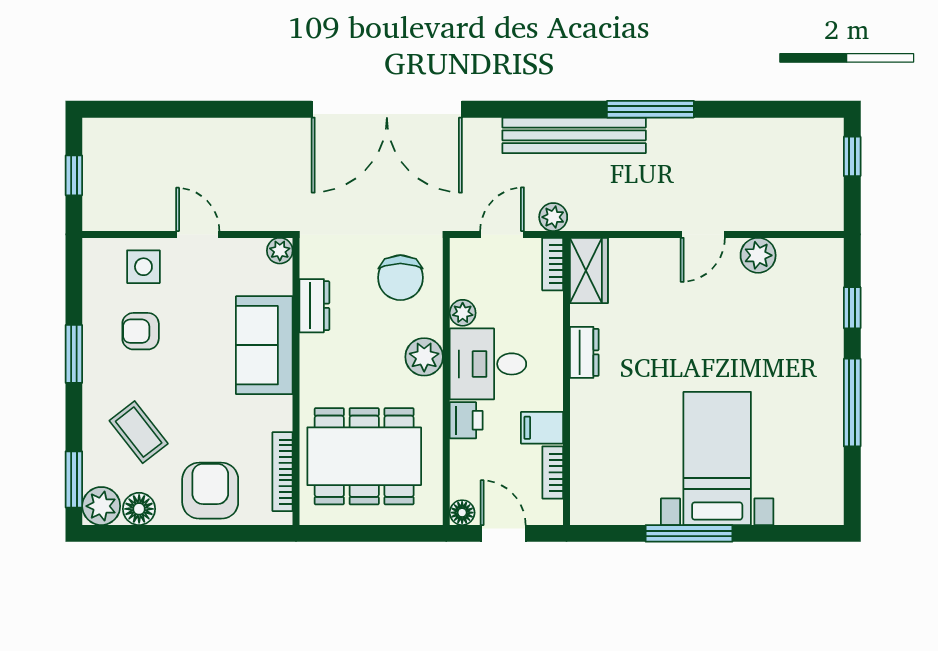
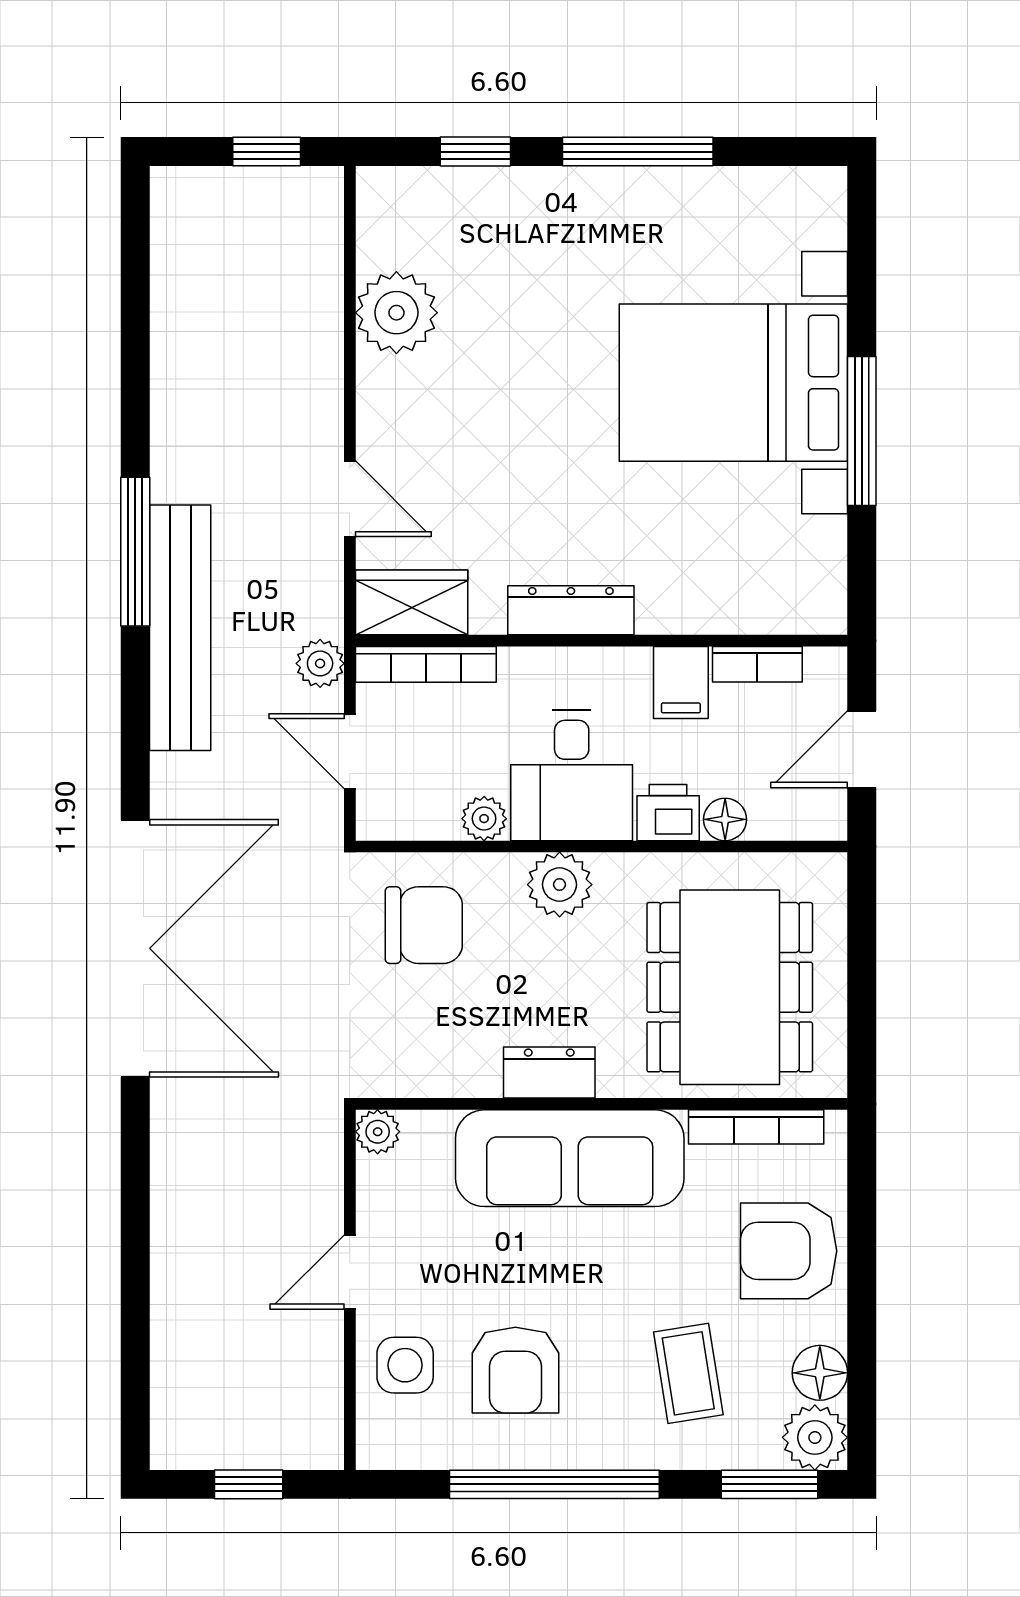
window: (650, 109) -> (135, 552), moved
window: (852, 156) -> (267, 152), moved
door: (703, 234) -> (350, 499), moved
plant: (758, 255) -> (396, 313), width x1.36, depth x1.36
bookcase: (553, 264) -> (426, 664), width x1.56
dresser: (314, 306) -> (549, 1073), moved
armchair: (141, 331) -> (515, 1370), width x1.38, depth x1.38
sofa: (264, 345) -> (570, 1158), width x1.36
dresser: (584, 352) -> (571, 610), width x1.44
window: (74, 354) -> (554, 1484), width x2.11
coffee table: (139, 432) -> (688, 1373), turned -61
bed with nightstands: (717, 458) -> (733, 383), width x1.36
floor lamp: (462, 513) -> (725, 819), moved

